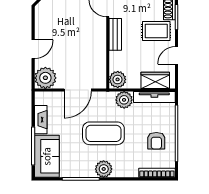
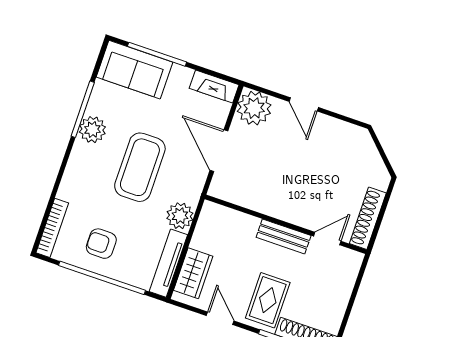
plant: (118, 79) -> (214, 217), removed
fireplace: (41, 120) -> (214, 87), moved
plant: (104, 169) -> (92, 130), moved

